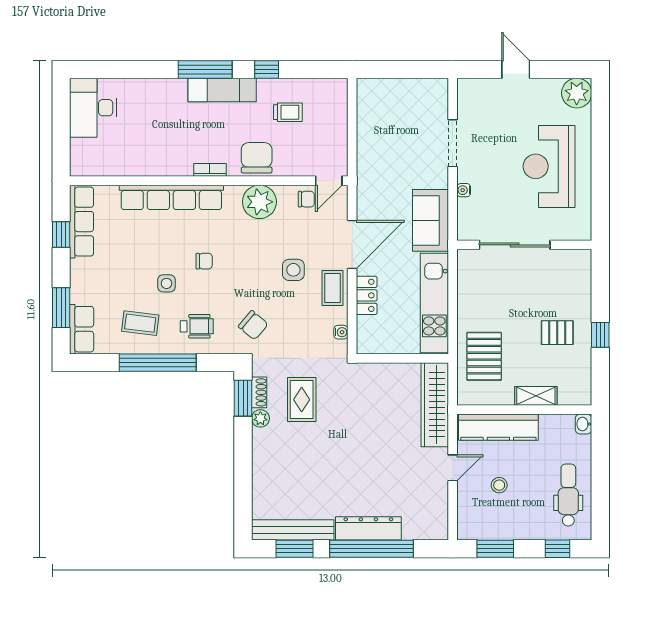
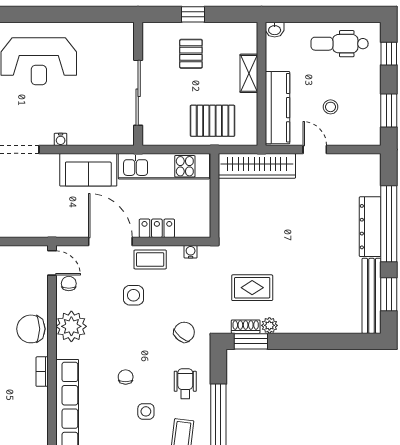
sliding door: (515, 245) -> (138, 93), moved
wall: (524, 245) -> (138, 84), moved

